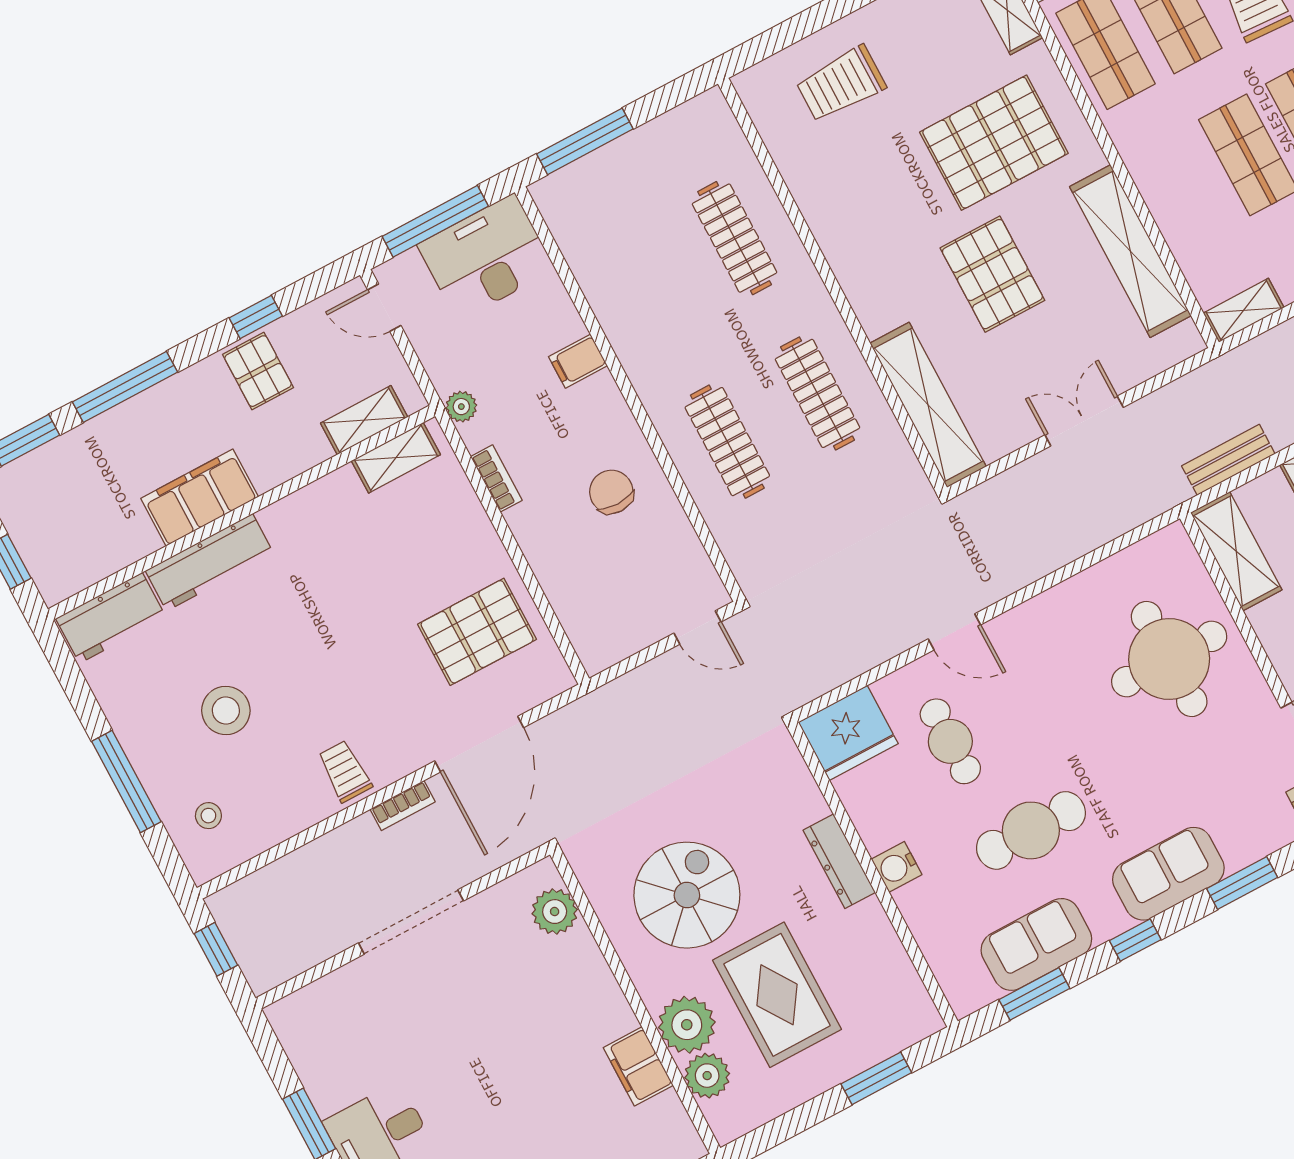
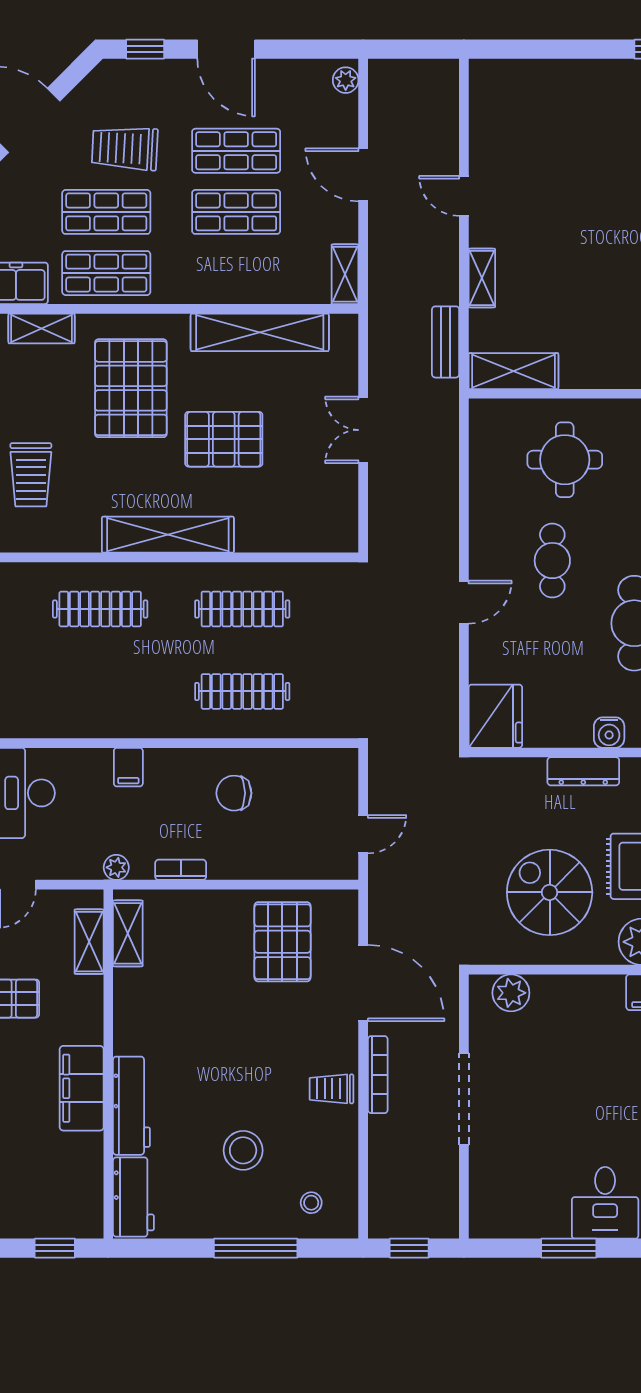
shelving: (928, 405) -> (168, 535), moved
door: (697, 628) -> (363, 834), moved
round table: (1169, 659) -> (565, 460), width x0.73, depth x0.73
cafe table: (950, 741) -> (552, 561), moved, turned 90
bookcase: (403, 805) -> (378, 1075), width x1.56

